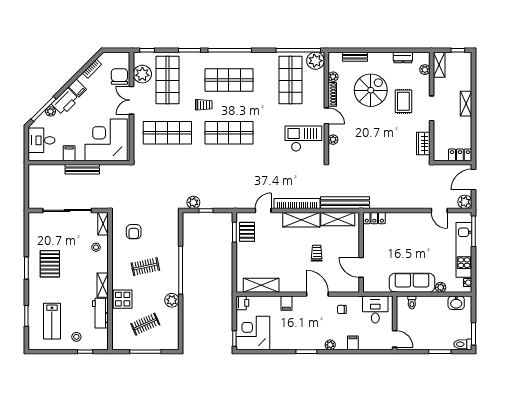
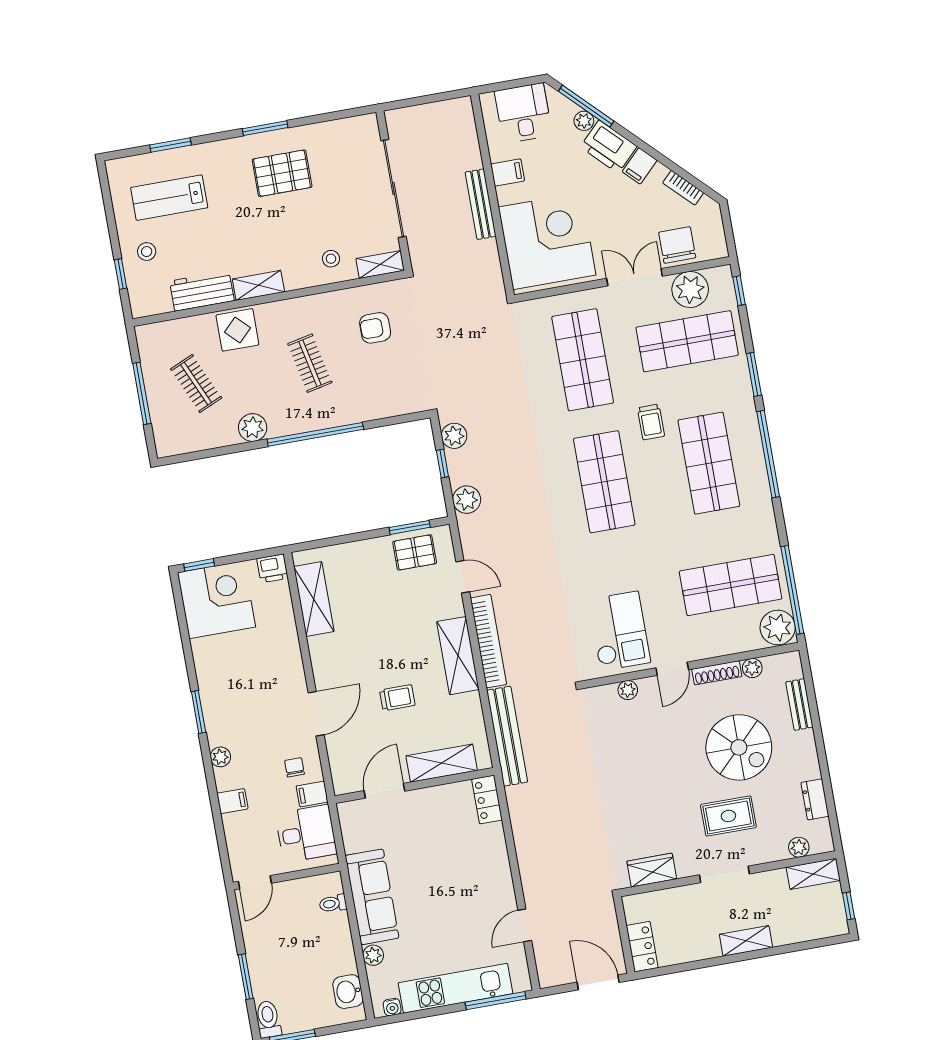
chair: (119, 77) -> (677, 245), turned -90
plant: (465, 202) -> (467, 500), moved
shelving: (338, 219) -> (442, 763), moved, turned 90
filing cabinet: (286, 303) -> (312, 794), moved

